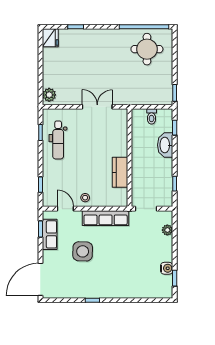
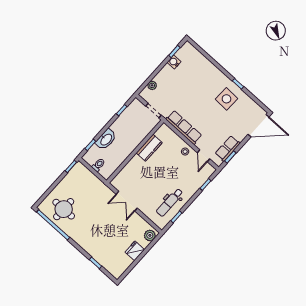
fridge: (50, 38) -> (135, 251), moved
dental chair: (58, 140) -> (170, 202), turned 180
side table: (83, 251) -> (226, 99), moved

